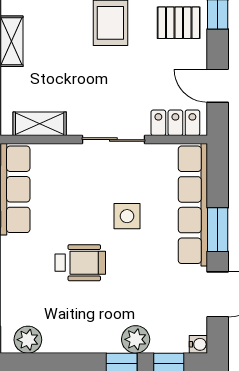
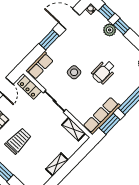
row of seats: (193, 205) -> (40, 65), width x0.50
wheelchair: (80, 263) -> (104, 72), turned -90

